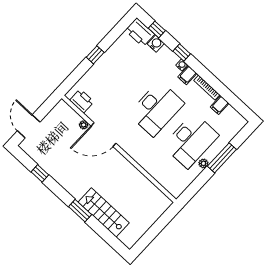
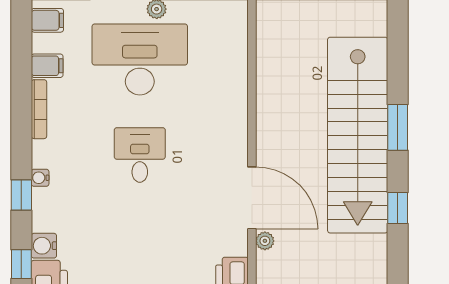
filing cabinet: (187, 75) -> (47, 20), moved
desk: (156, 109) -> (140, 155), width x0.53, depth x0.77
window: (40, 173) -> (398, 208), moved
stairs: (104, 213) -> (358, 135), width x1.86, depth x1.51

